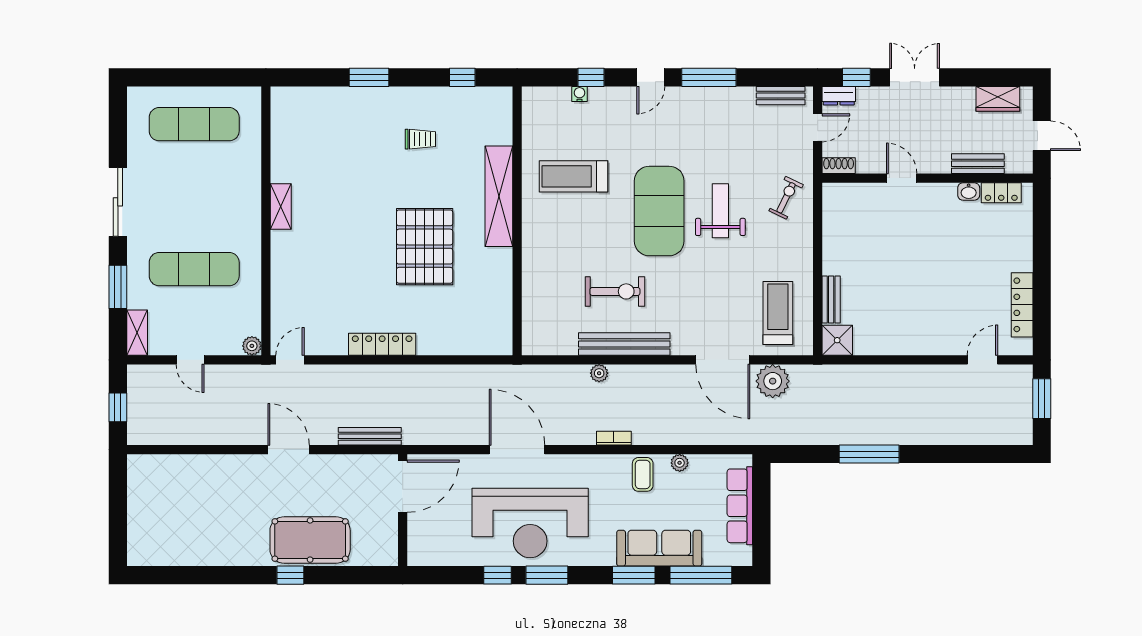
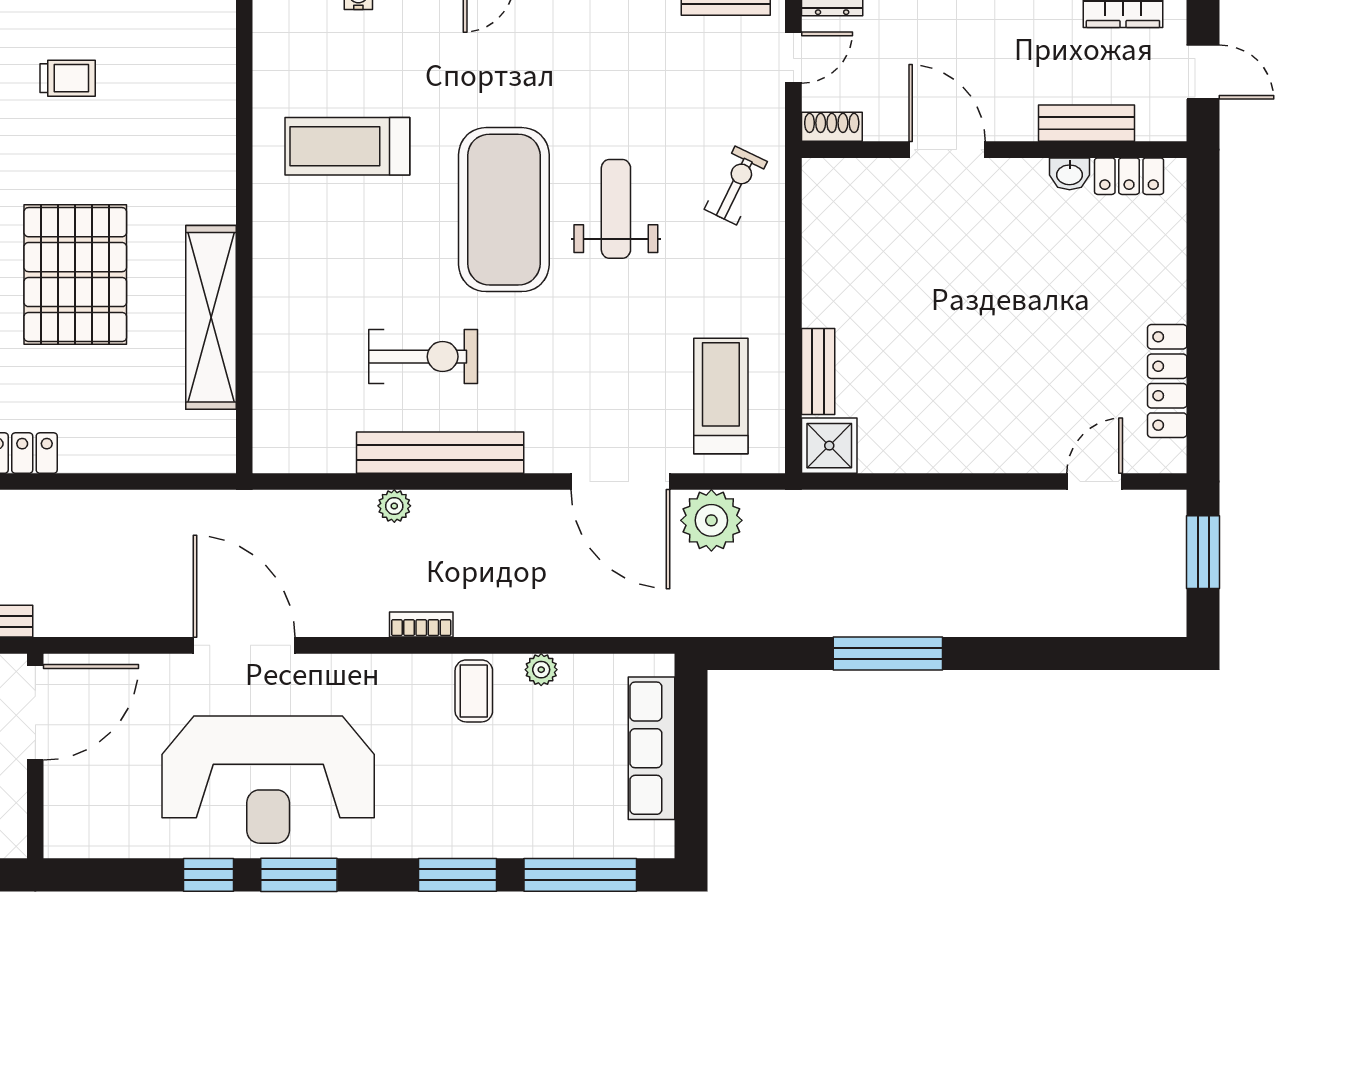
door: (902, 178) -> (947, 150), width x1.38
shelving: (499, 196) -> (211, 317), moved
sofa: (659, 548) -> (504, 826), removed

